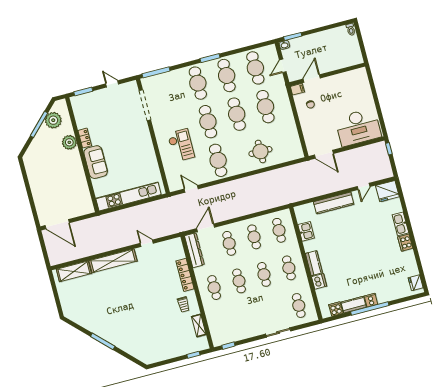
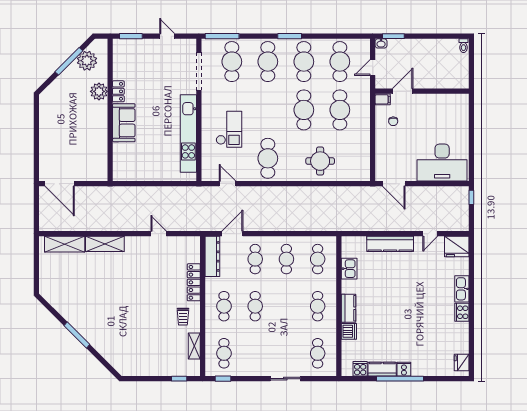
cafe table: (208, 122) -> (232, 62), moved
kitchen unit: (128, 196) -> (188, 134), moved, turned -90
shelving: (113, 261) -> (105, 244), width x0.68
cafe table: (264, 274) -> (224, 353), moved

